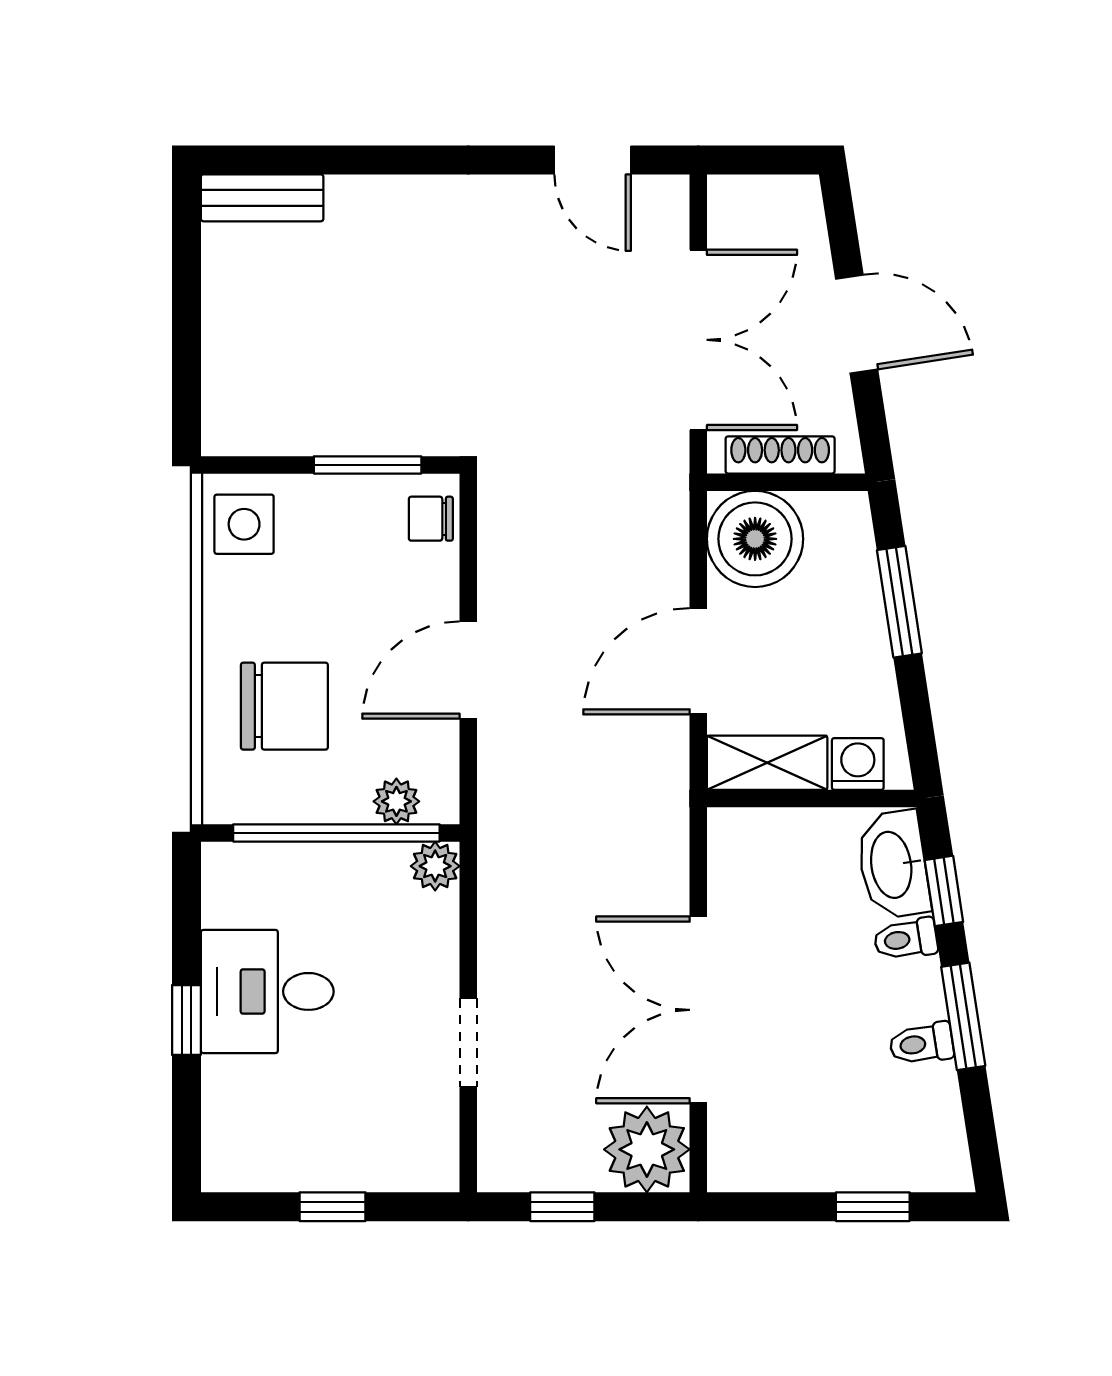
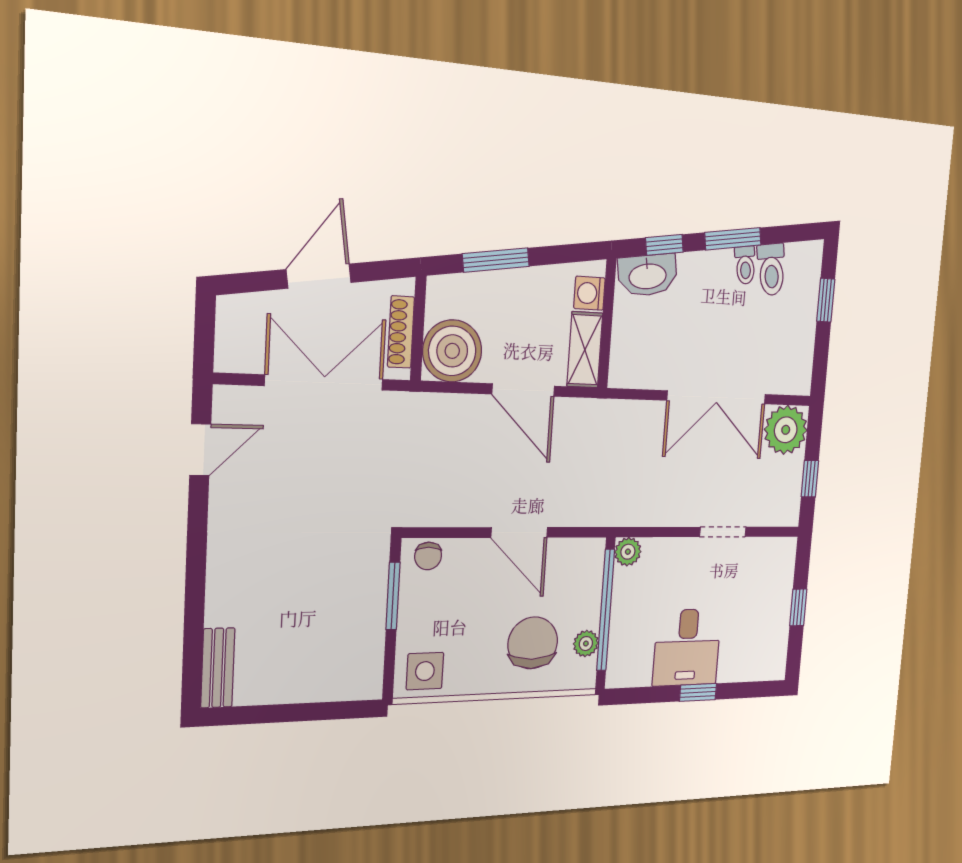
plant: (396, 801) -> (586, 644), moved
toilet: (906, 939) -> (771, 270), moved, width x1.37, depth x1.39

